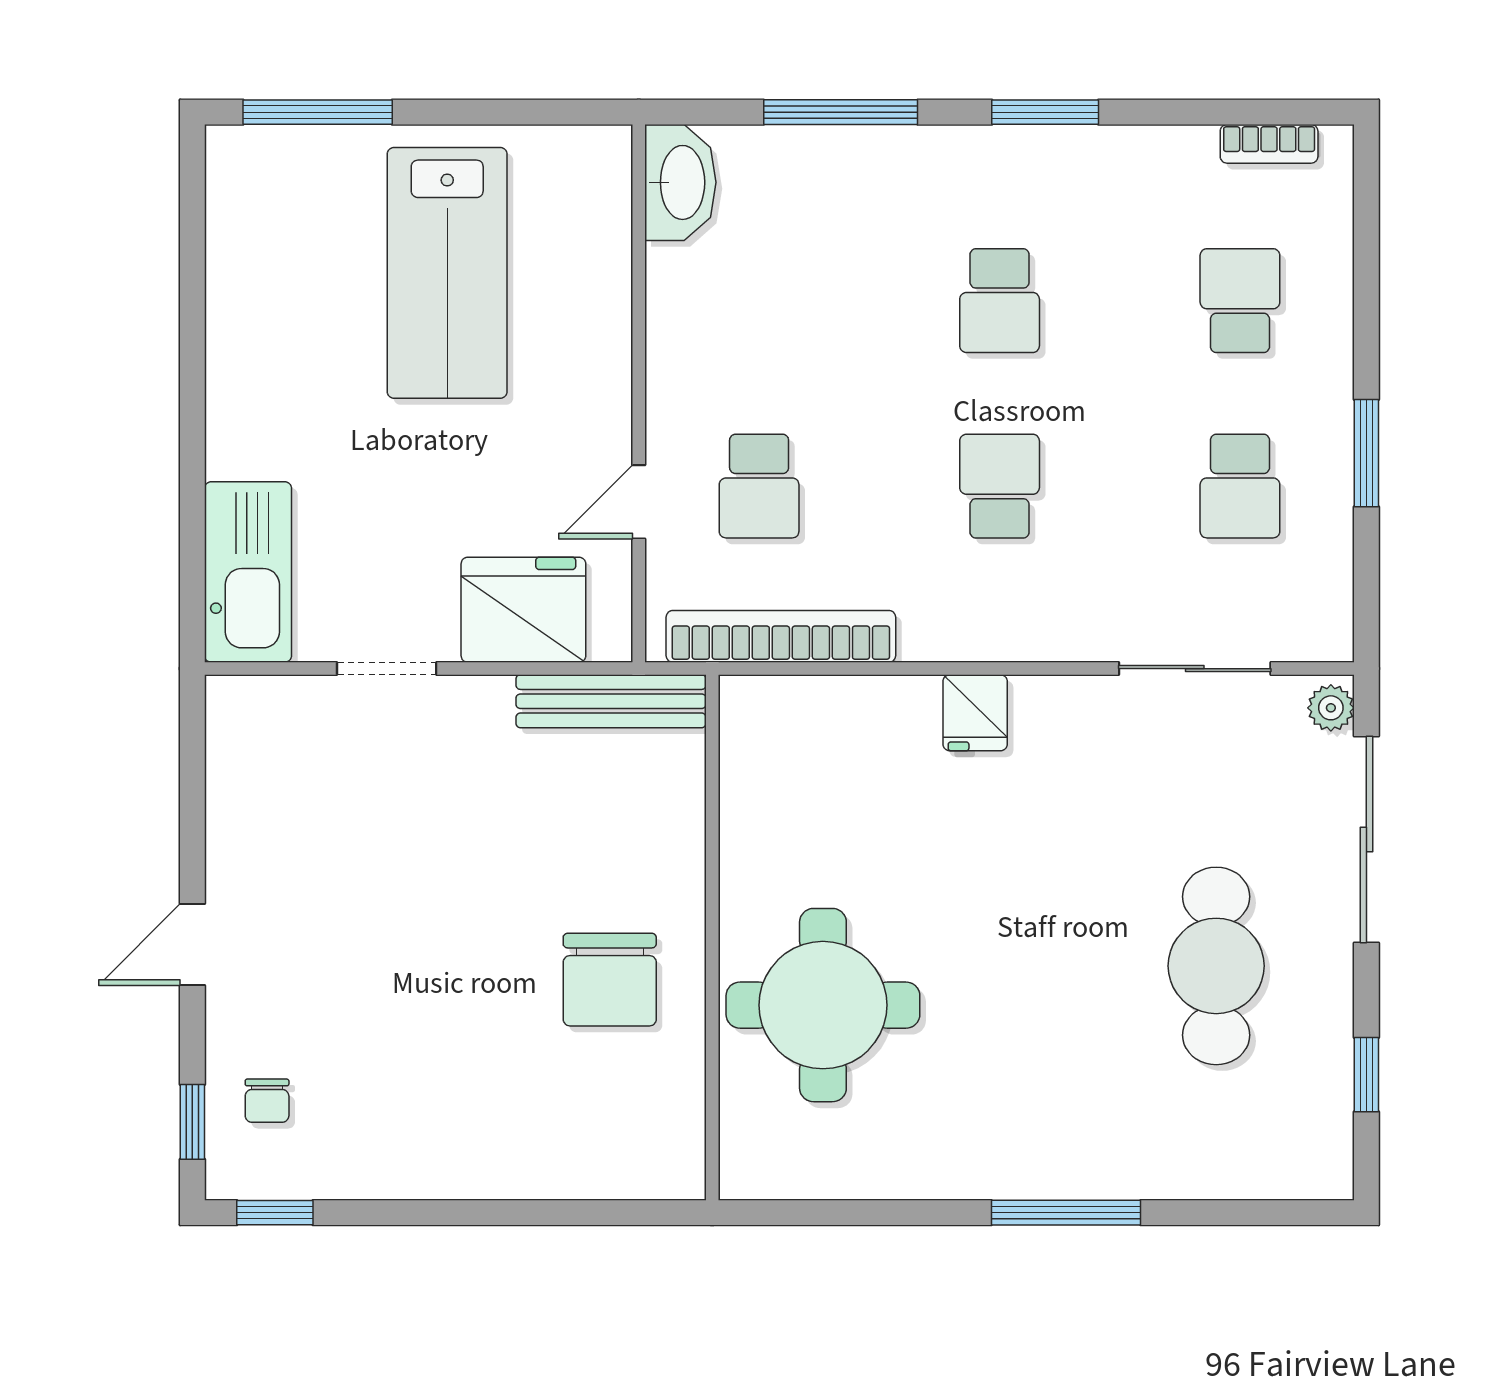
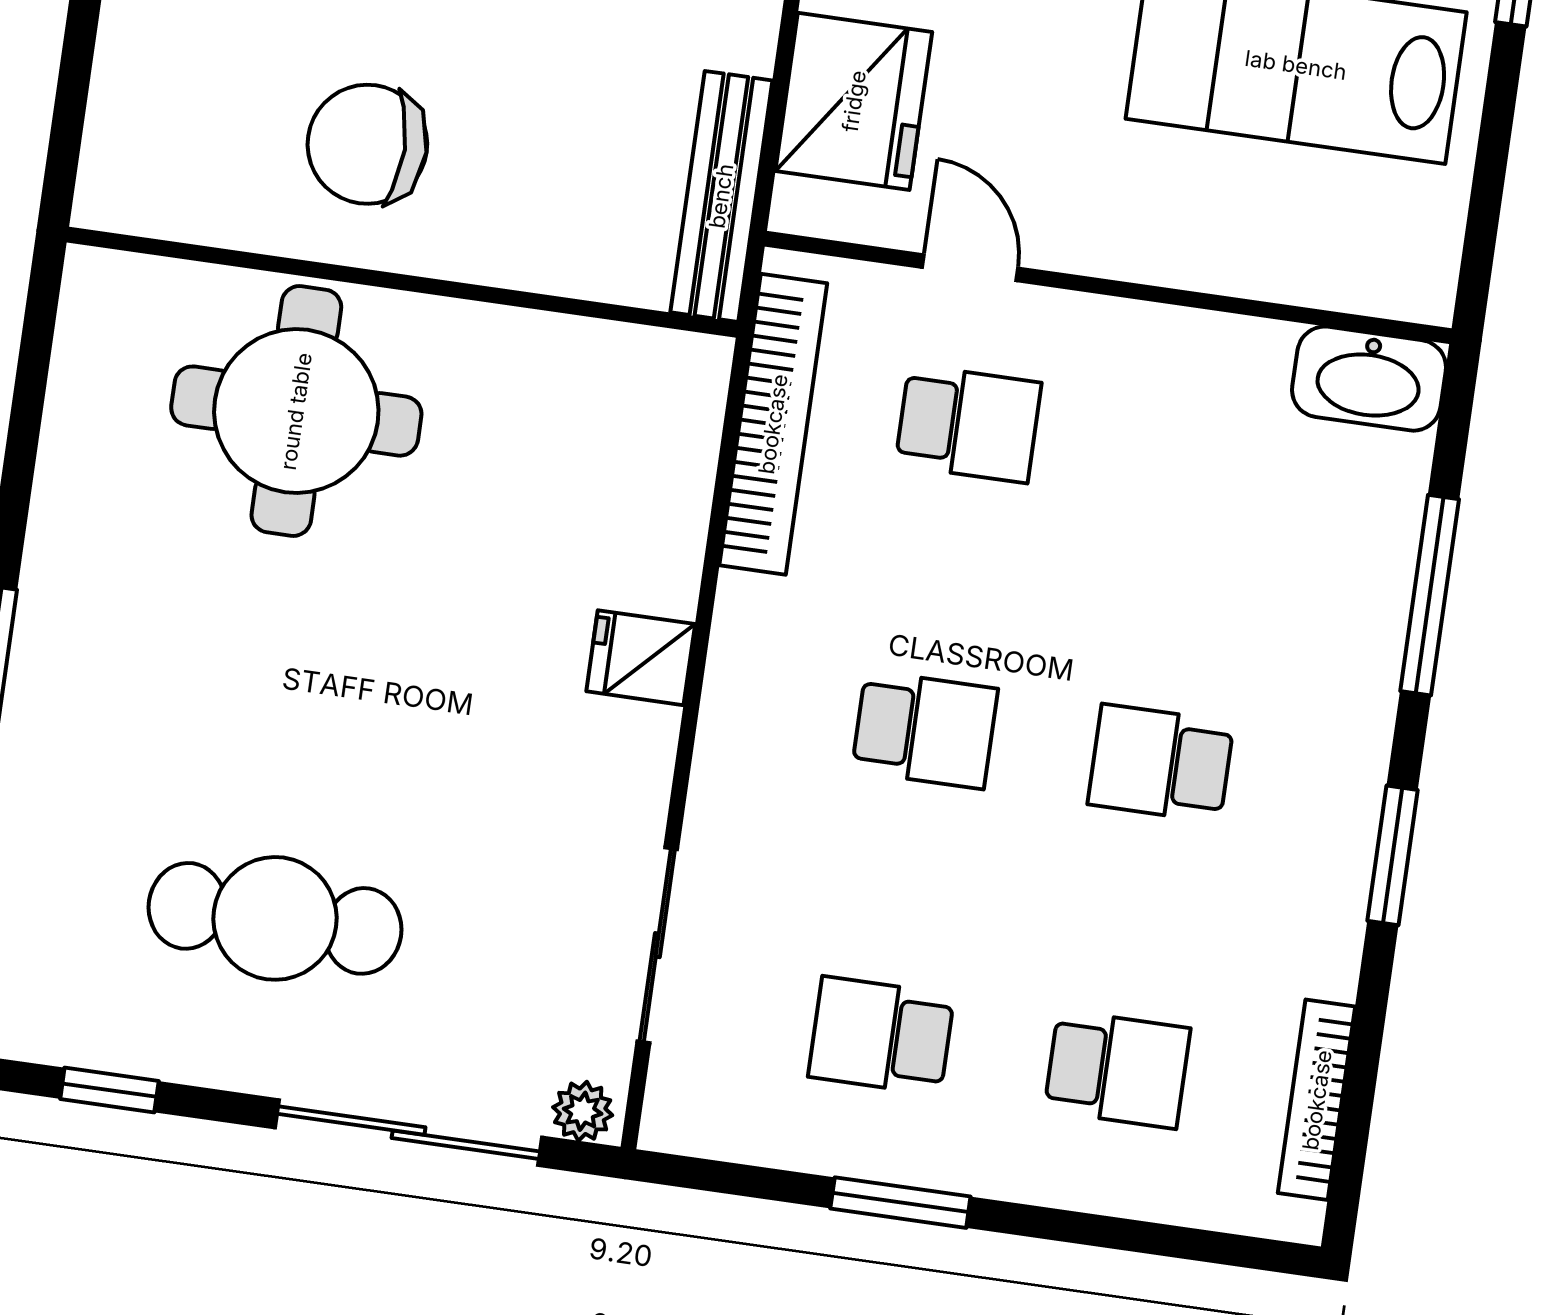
bookcase: (1269, 144) -> (1317, 1100), width x1.56
school desk: (759, 486) -> (968, 424), turned 180

